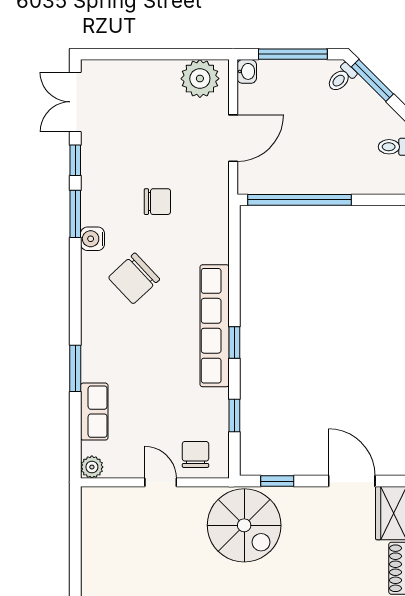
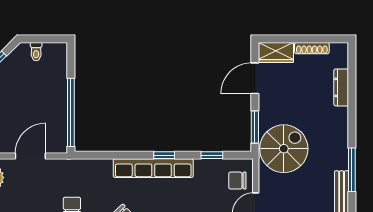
door: (233, 138) -> (30, 156), hinge flipped
window: (277, 481) -> (255, 127), width x1.50

